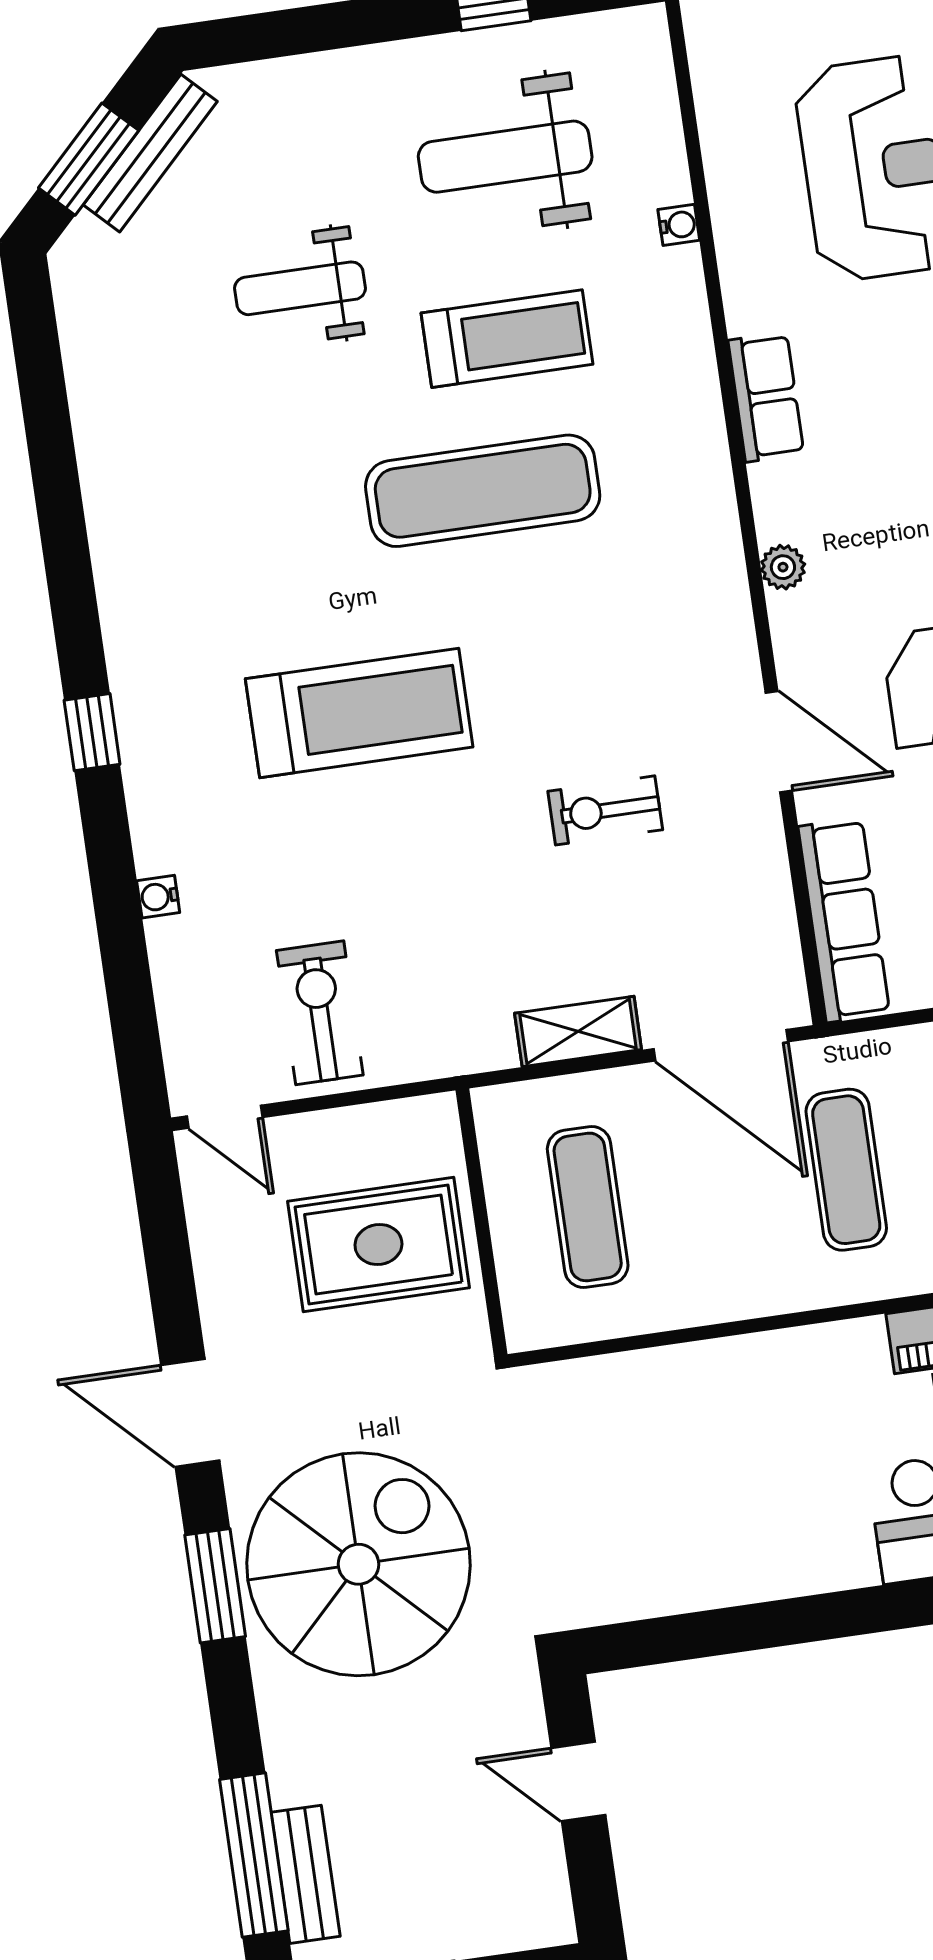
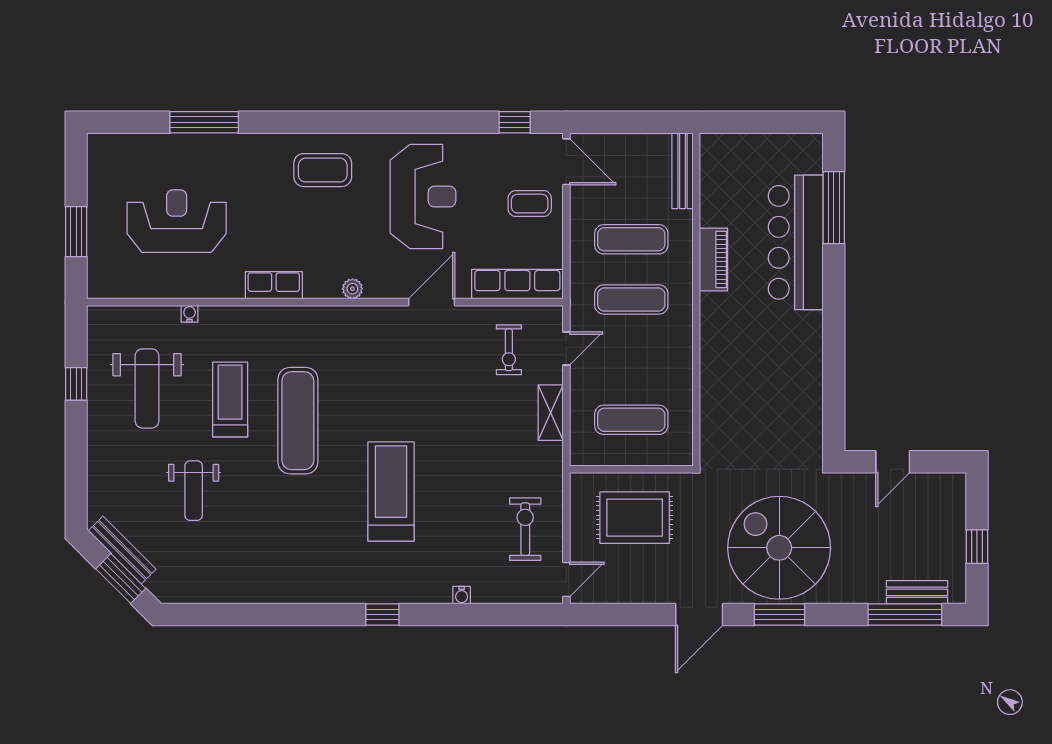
exercise bike: (605, 810) -> (509, 350), moved
exercise bike: (320, 1013) -> (525, 529), turned 90
door: (721, 1045) -> (566, 349), width x0.53
rug: (378, 1244) -> (635, 518), turned 90

